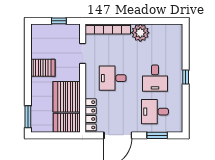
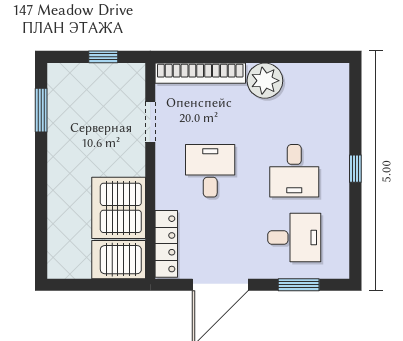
server rack: (43, 68) -> (71, 150), removed
desk: (113, 78) -> (210, 171), turned 90
desk: (155, 112) -> (294, 237), turned 180
window: (28, 117) -> (41, 110), moved

